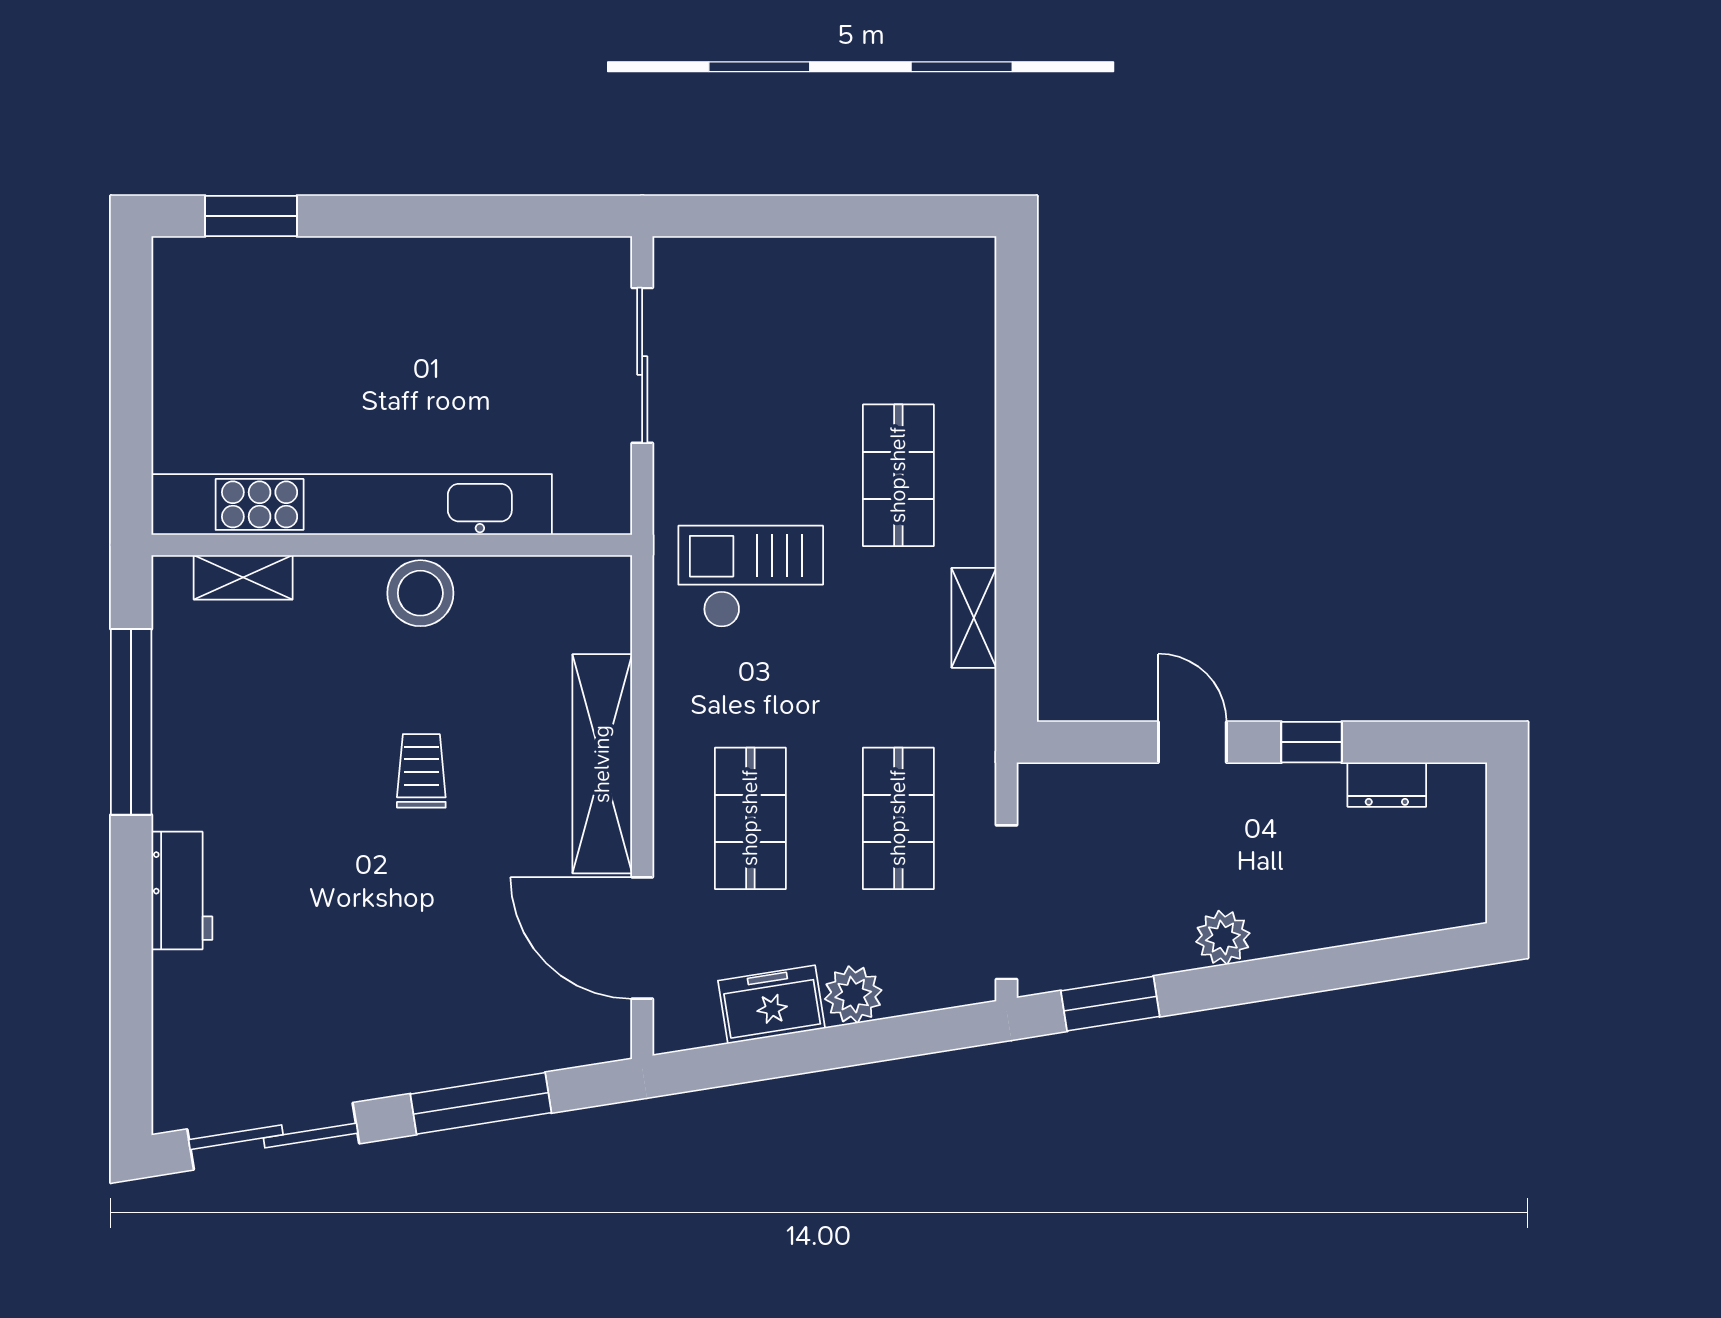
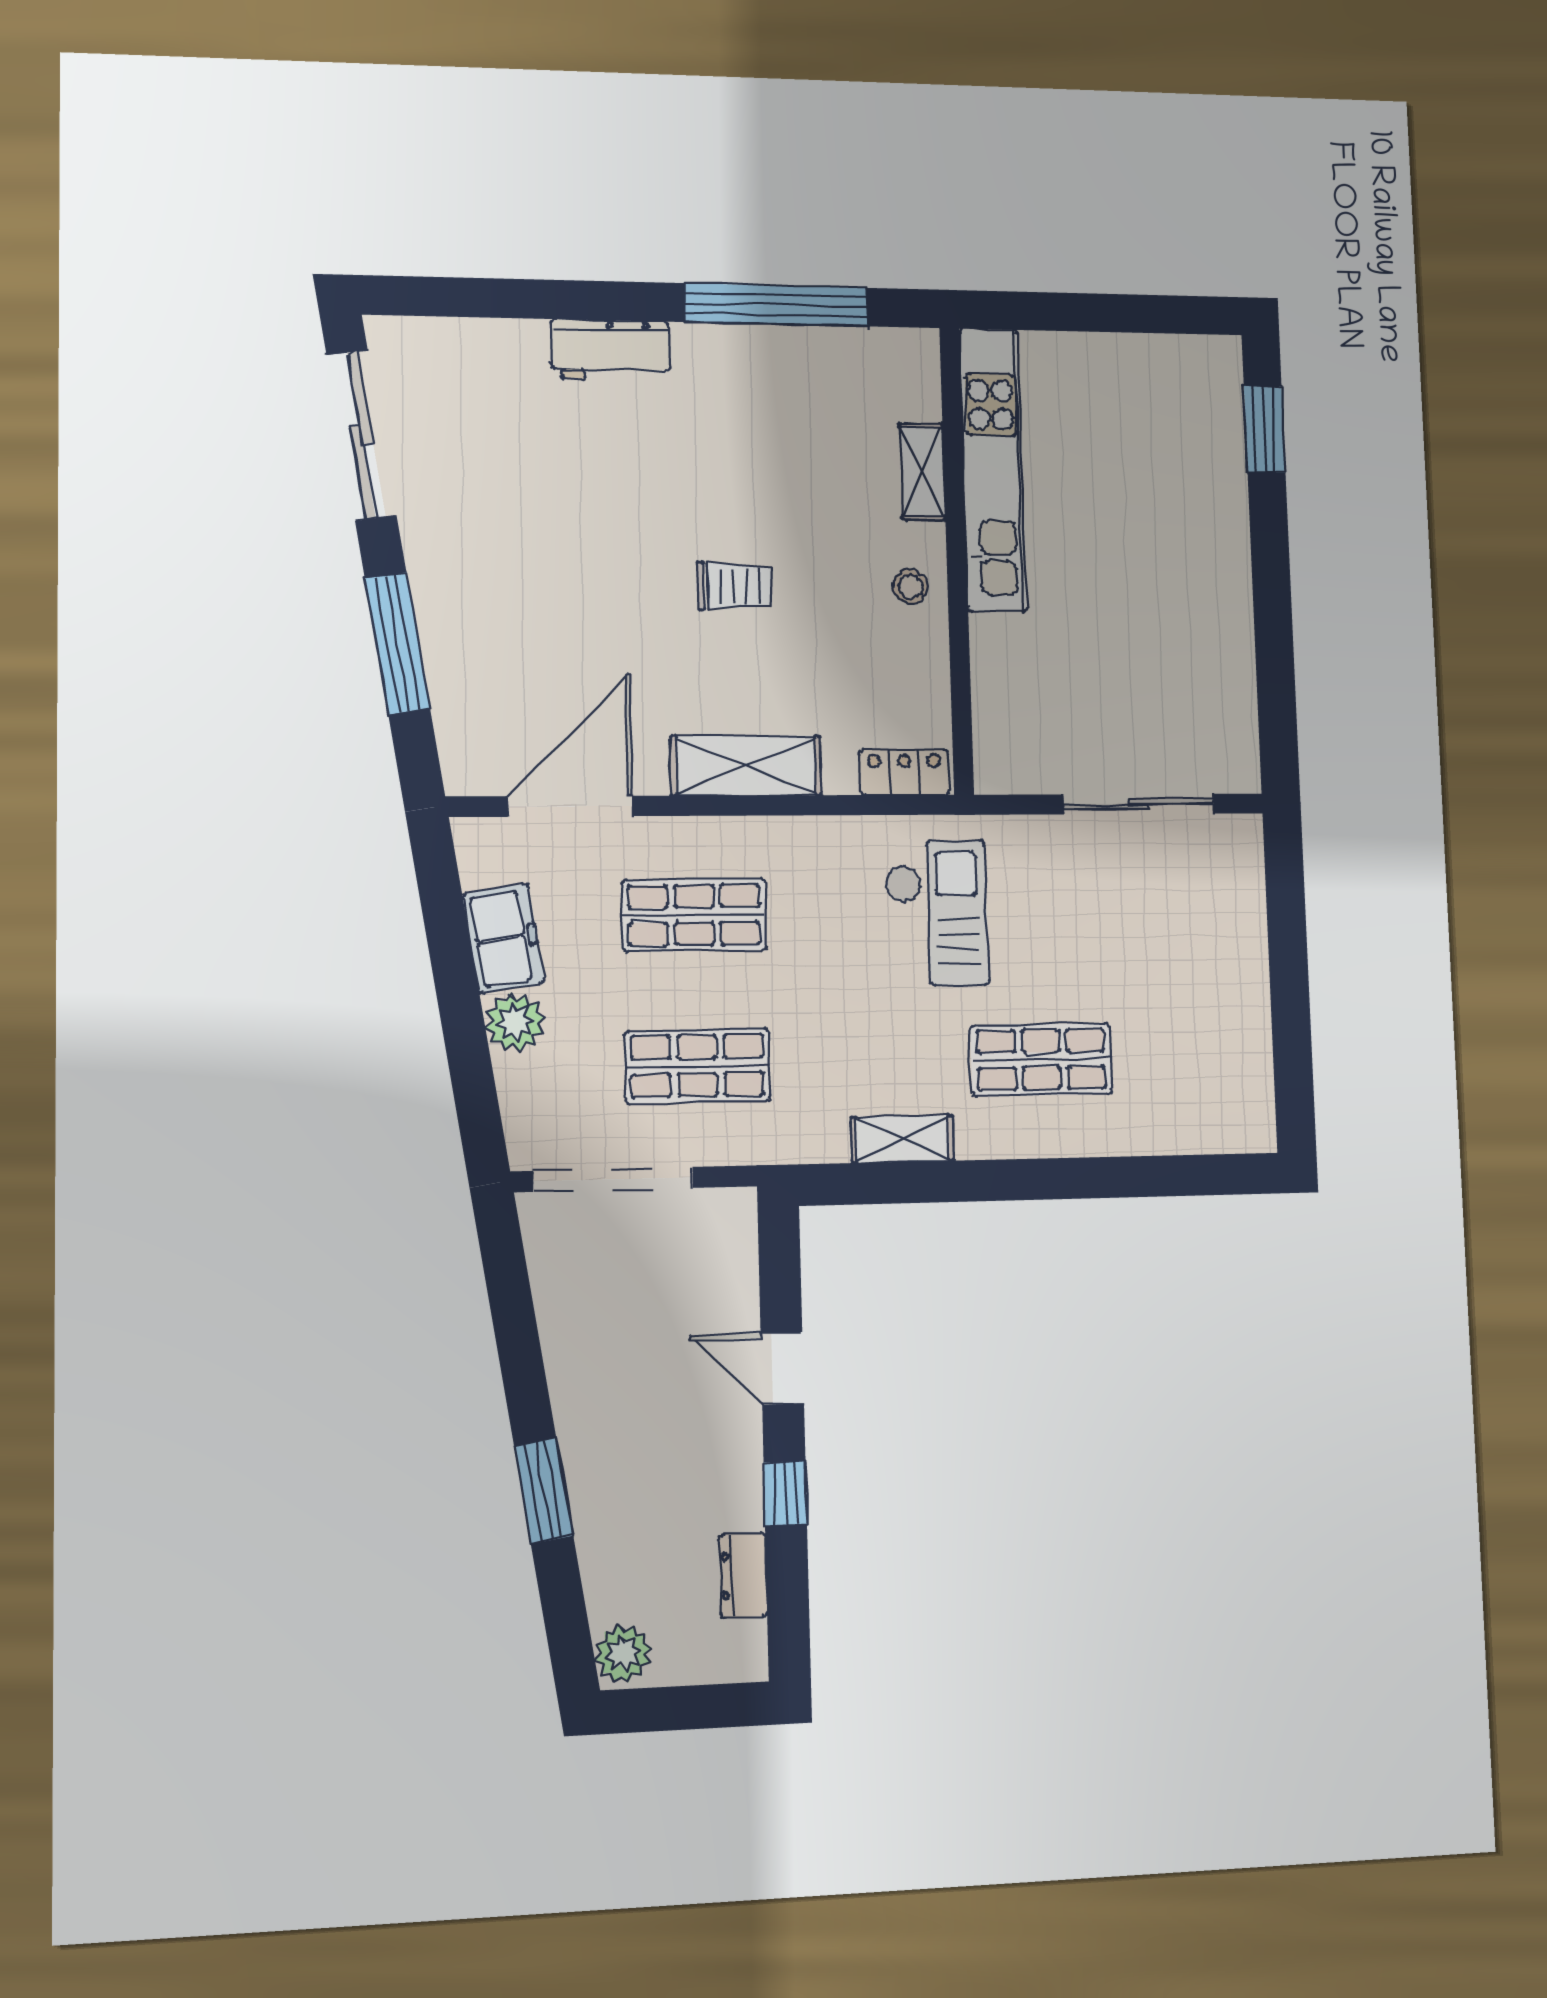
kitchen unit: (352, 504) -> (993, 470), width x0.73
shelving: (243, 577) -> (922, 472), moved
stool: (420, 593) -> (910, 587), width x0.53, depth x0.53
locker: (609, 605) -> (904, 772), added
door: (1192, 742) -> (782, 1368), swing flipped
shelving: (602, 764) -> (746, 766), width x0.68
plant: (1223, 938) -> (623, 1654), moved
window: (1110, 1004) -> (544, 1491), moved

